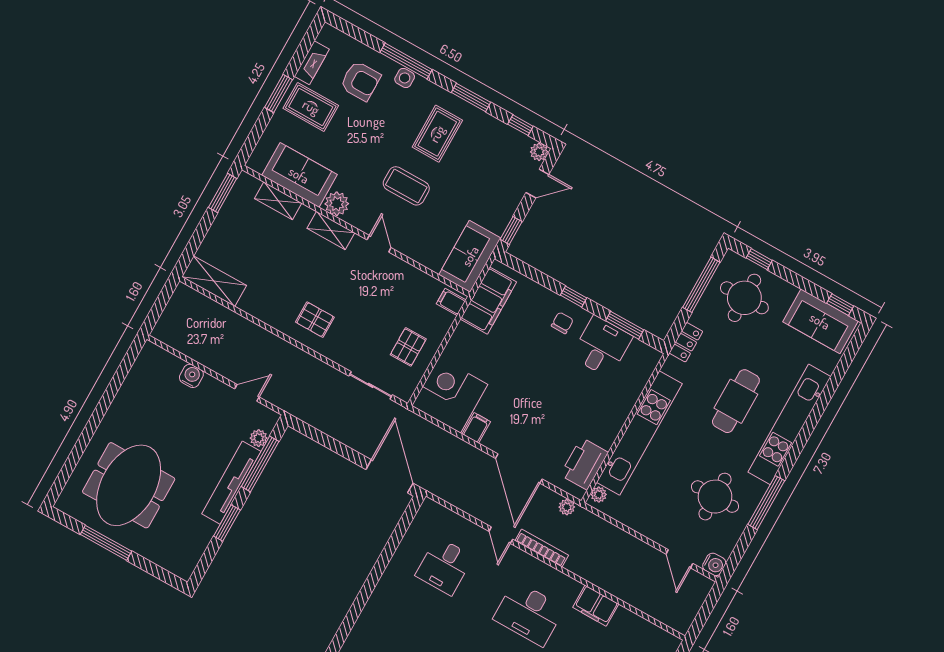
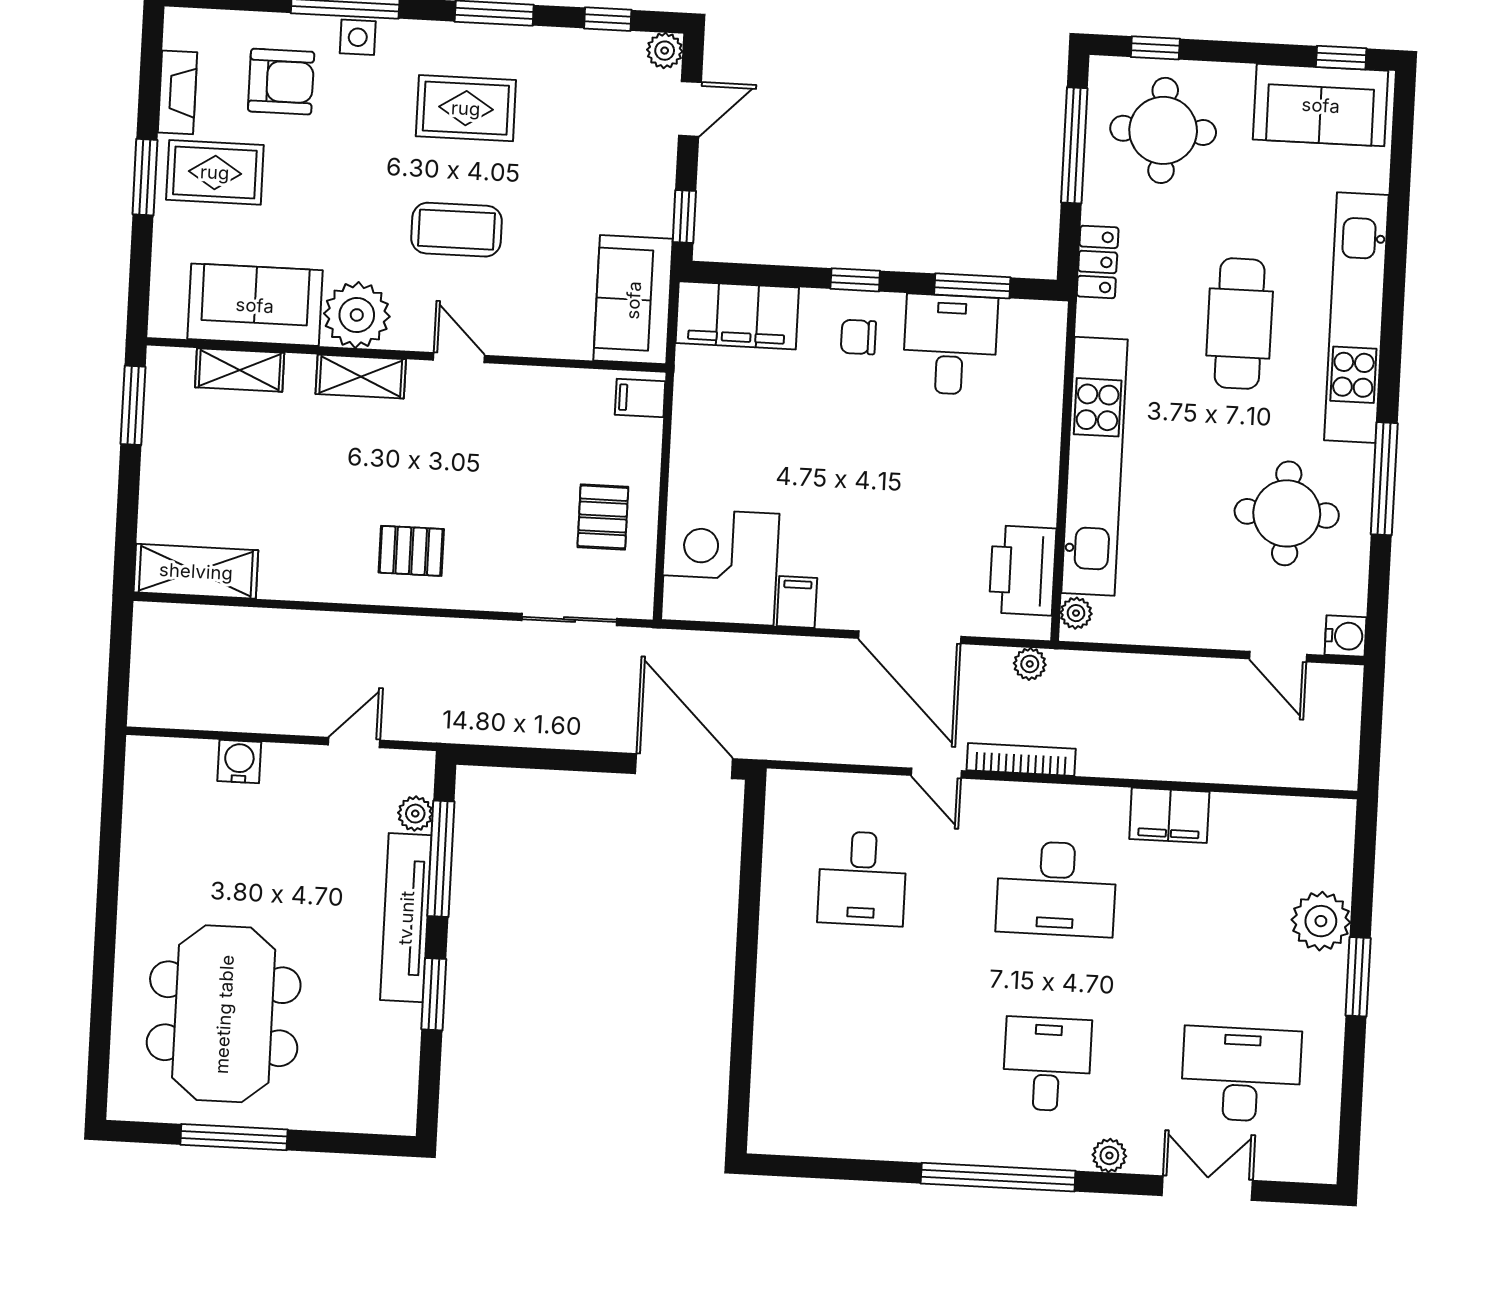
rug: (437, 134) -> (466, 108), turned 90
plant: (337, 204) -> (357, 315), width x1.36, depth x1.36
filing cabinet: (488, 301) -> (737, 315), moved, turned 90
chair: (562, 323) -> (858, 337), turned -90

